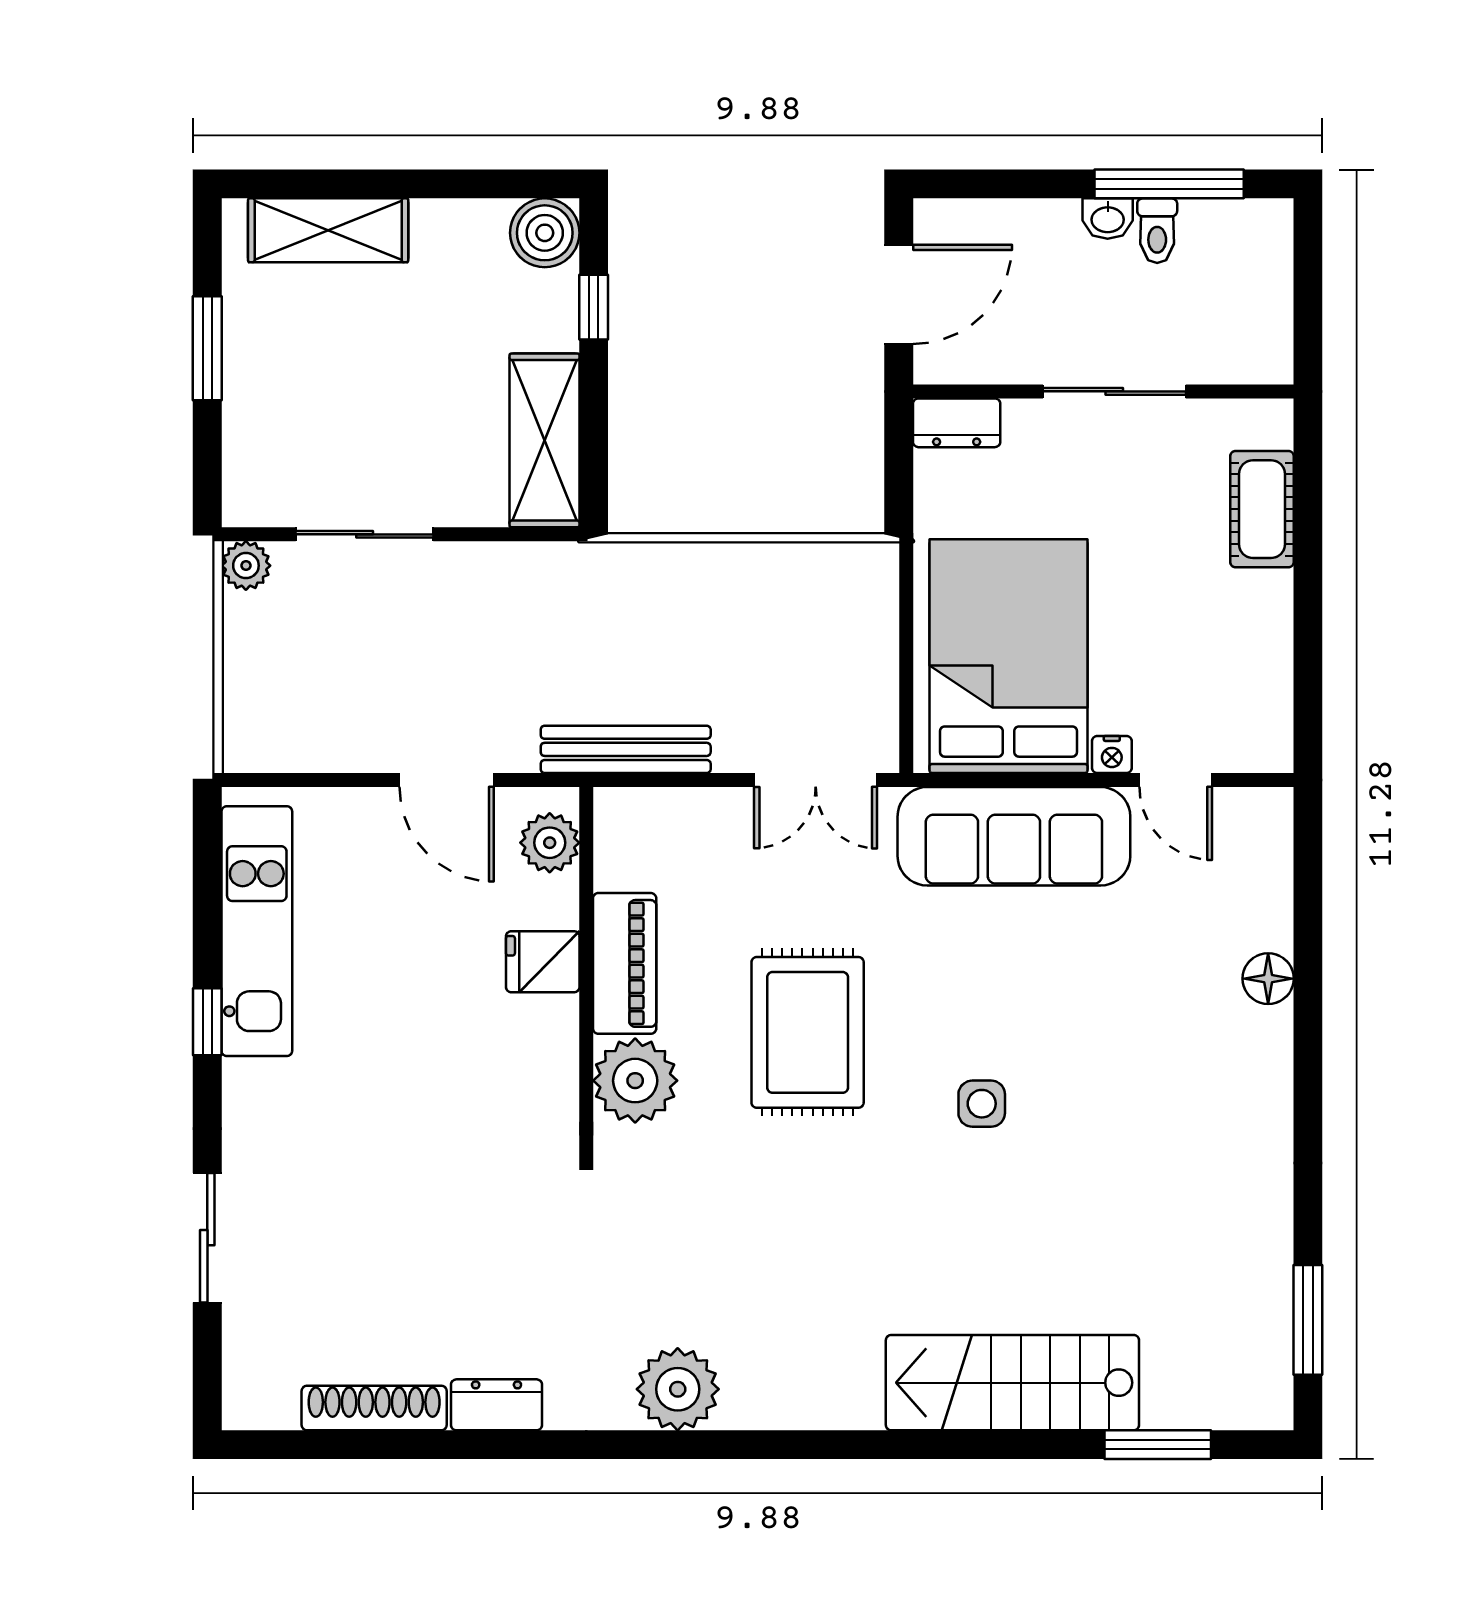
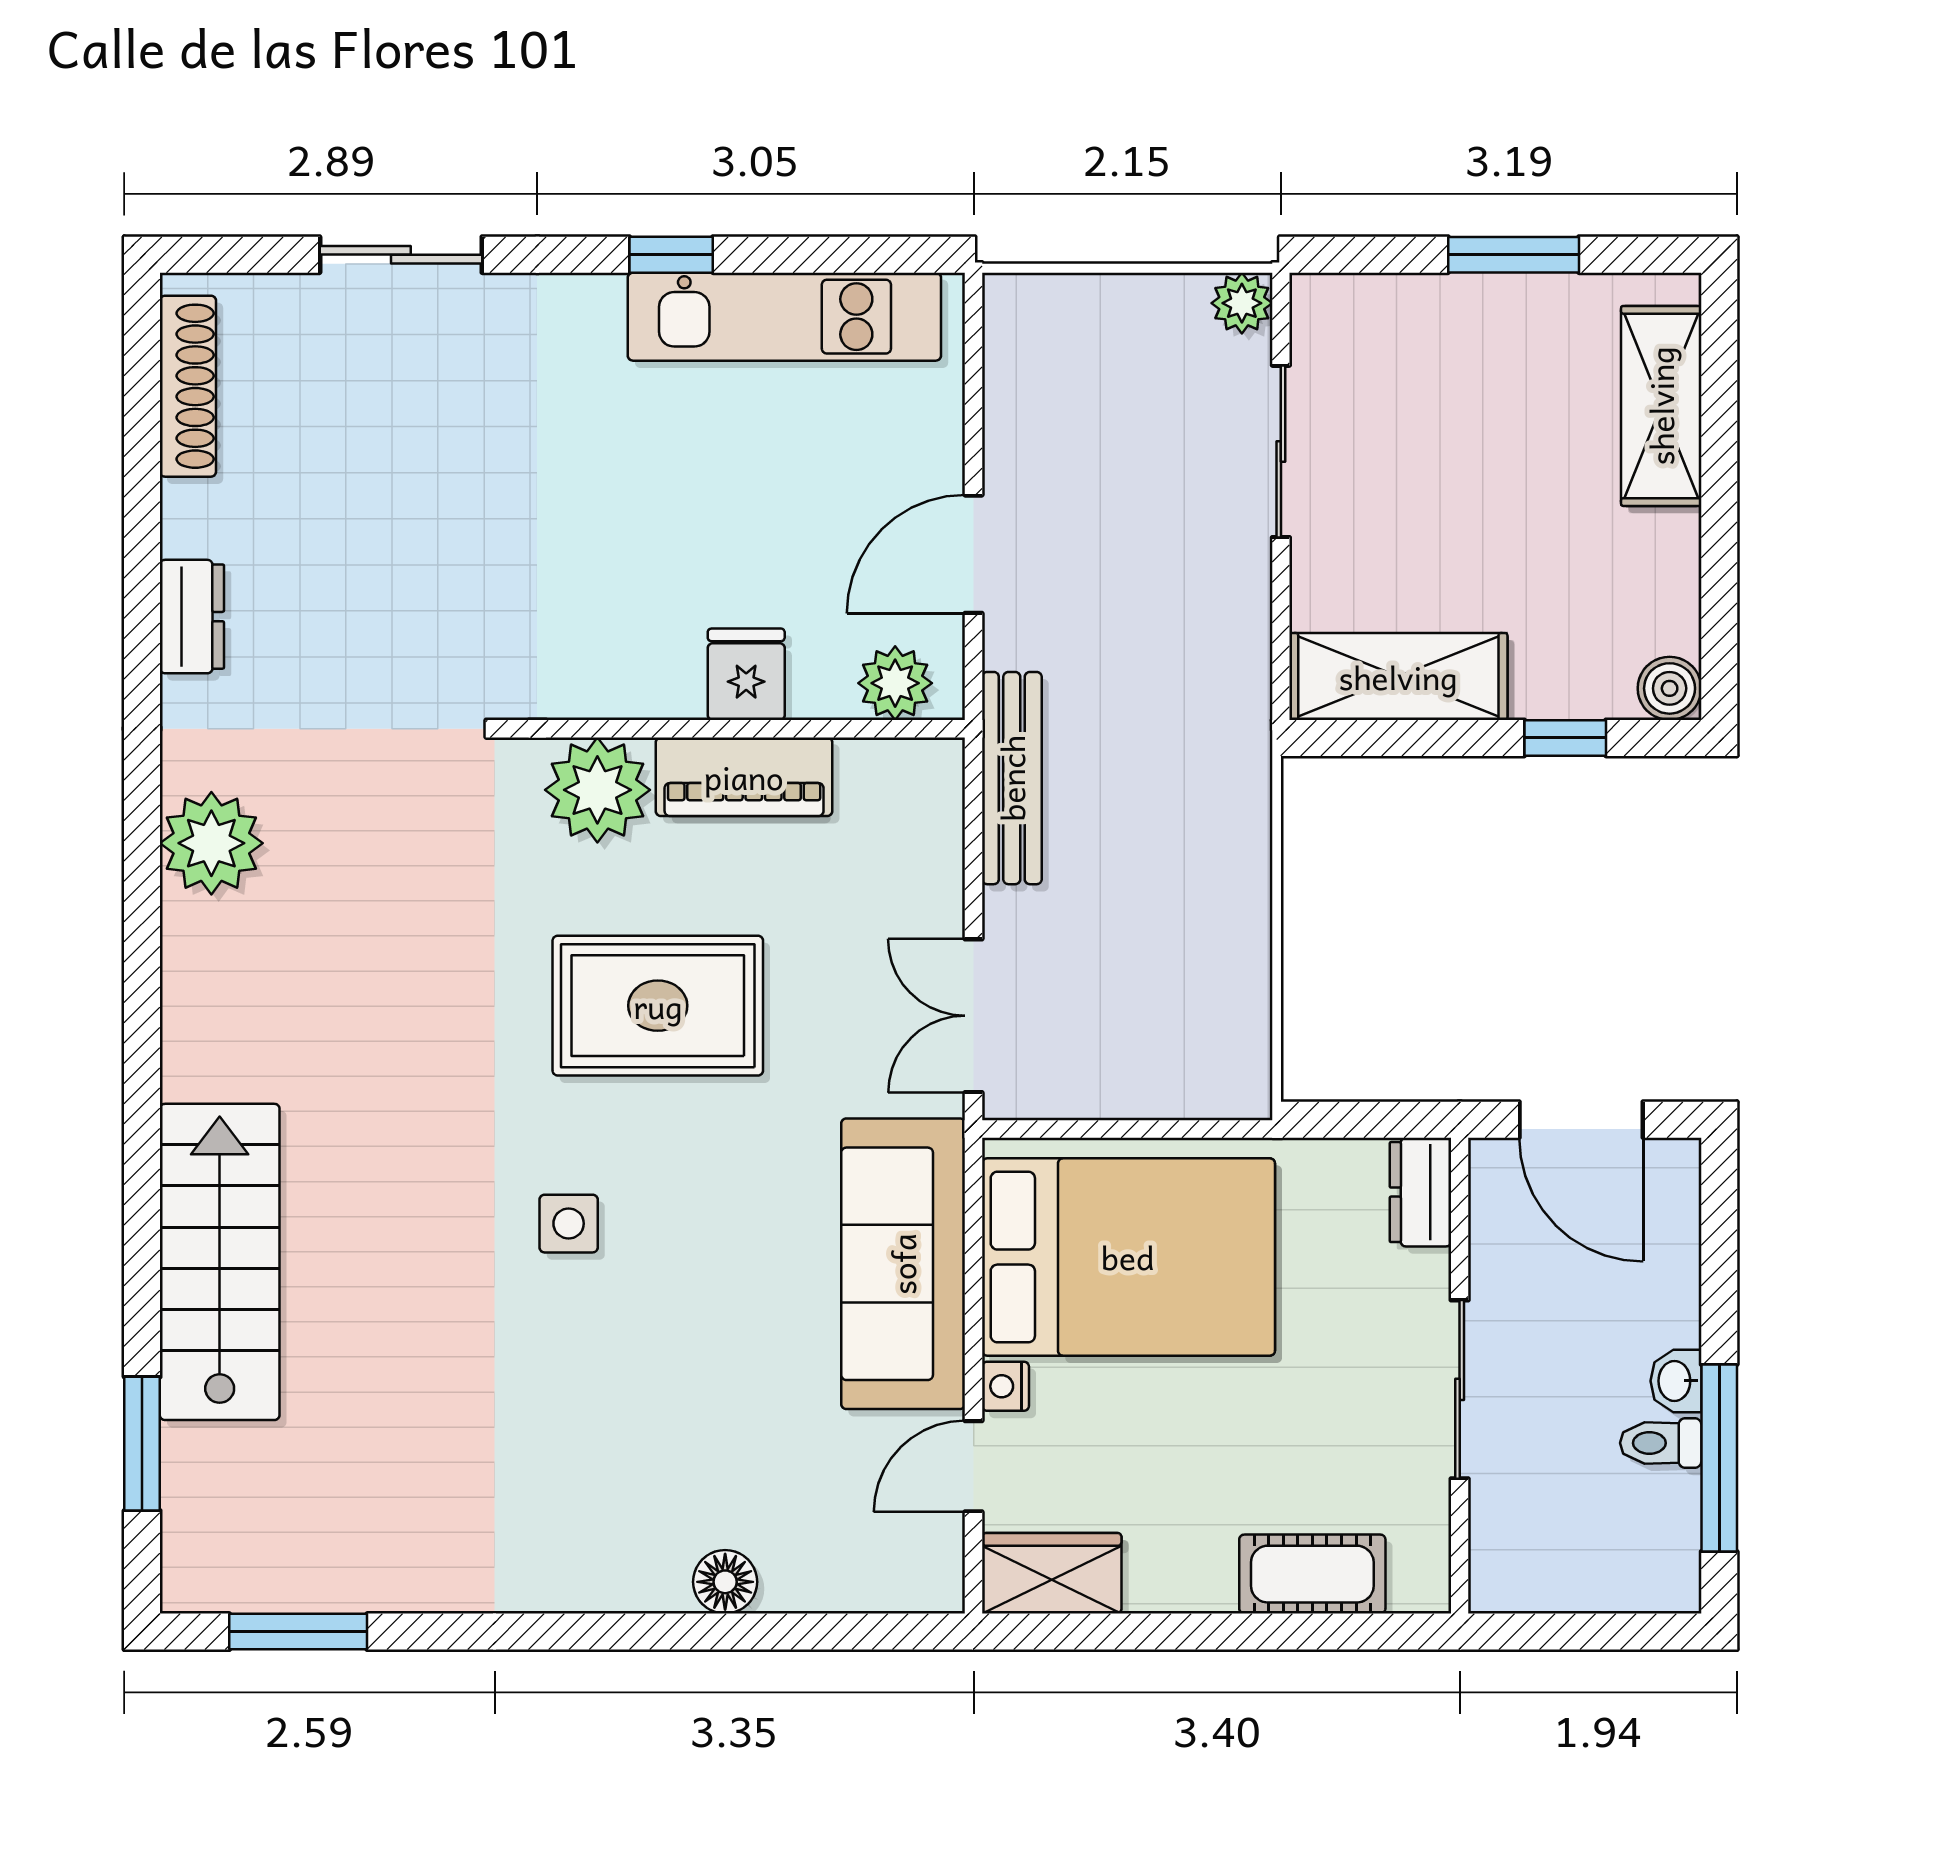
boiler: (545, 233) -> (1670, 688), width x0.73, depth x0.73
wardrobe: (1261, 717) -> (1052, 1573), added
shoe rack: (374, 1408) -> (188, 386), moved

